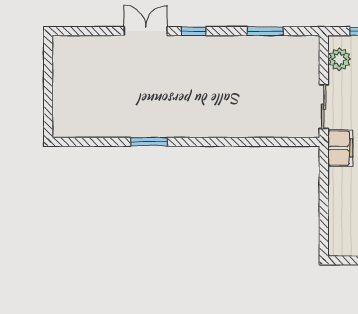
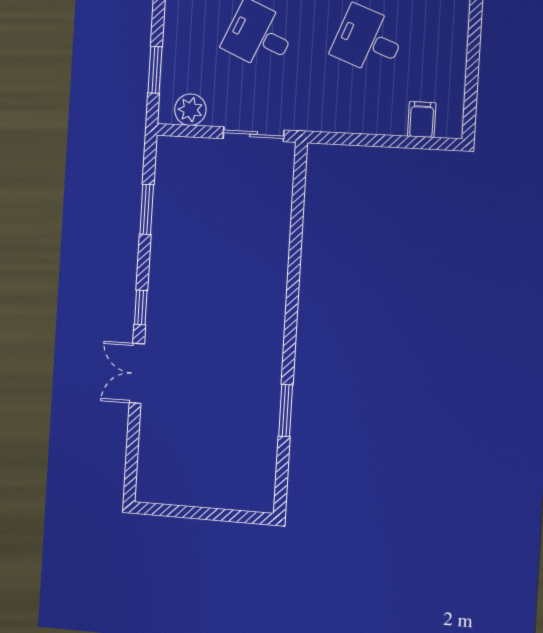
window: (149, 142) -> (286, 411), moved
filing cabinet: (340, 148) -> (422, 120), moved, width x0.50

